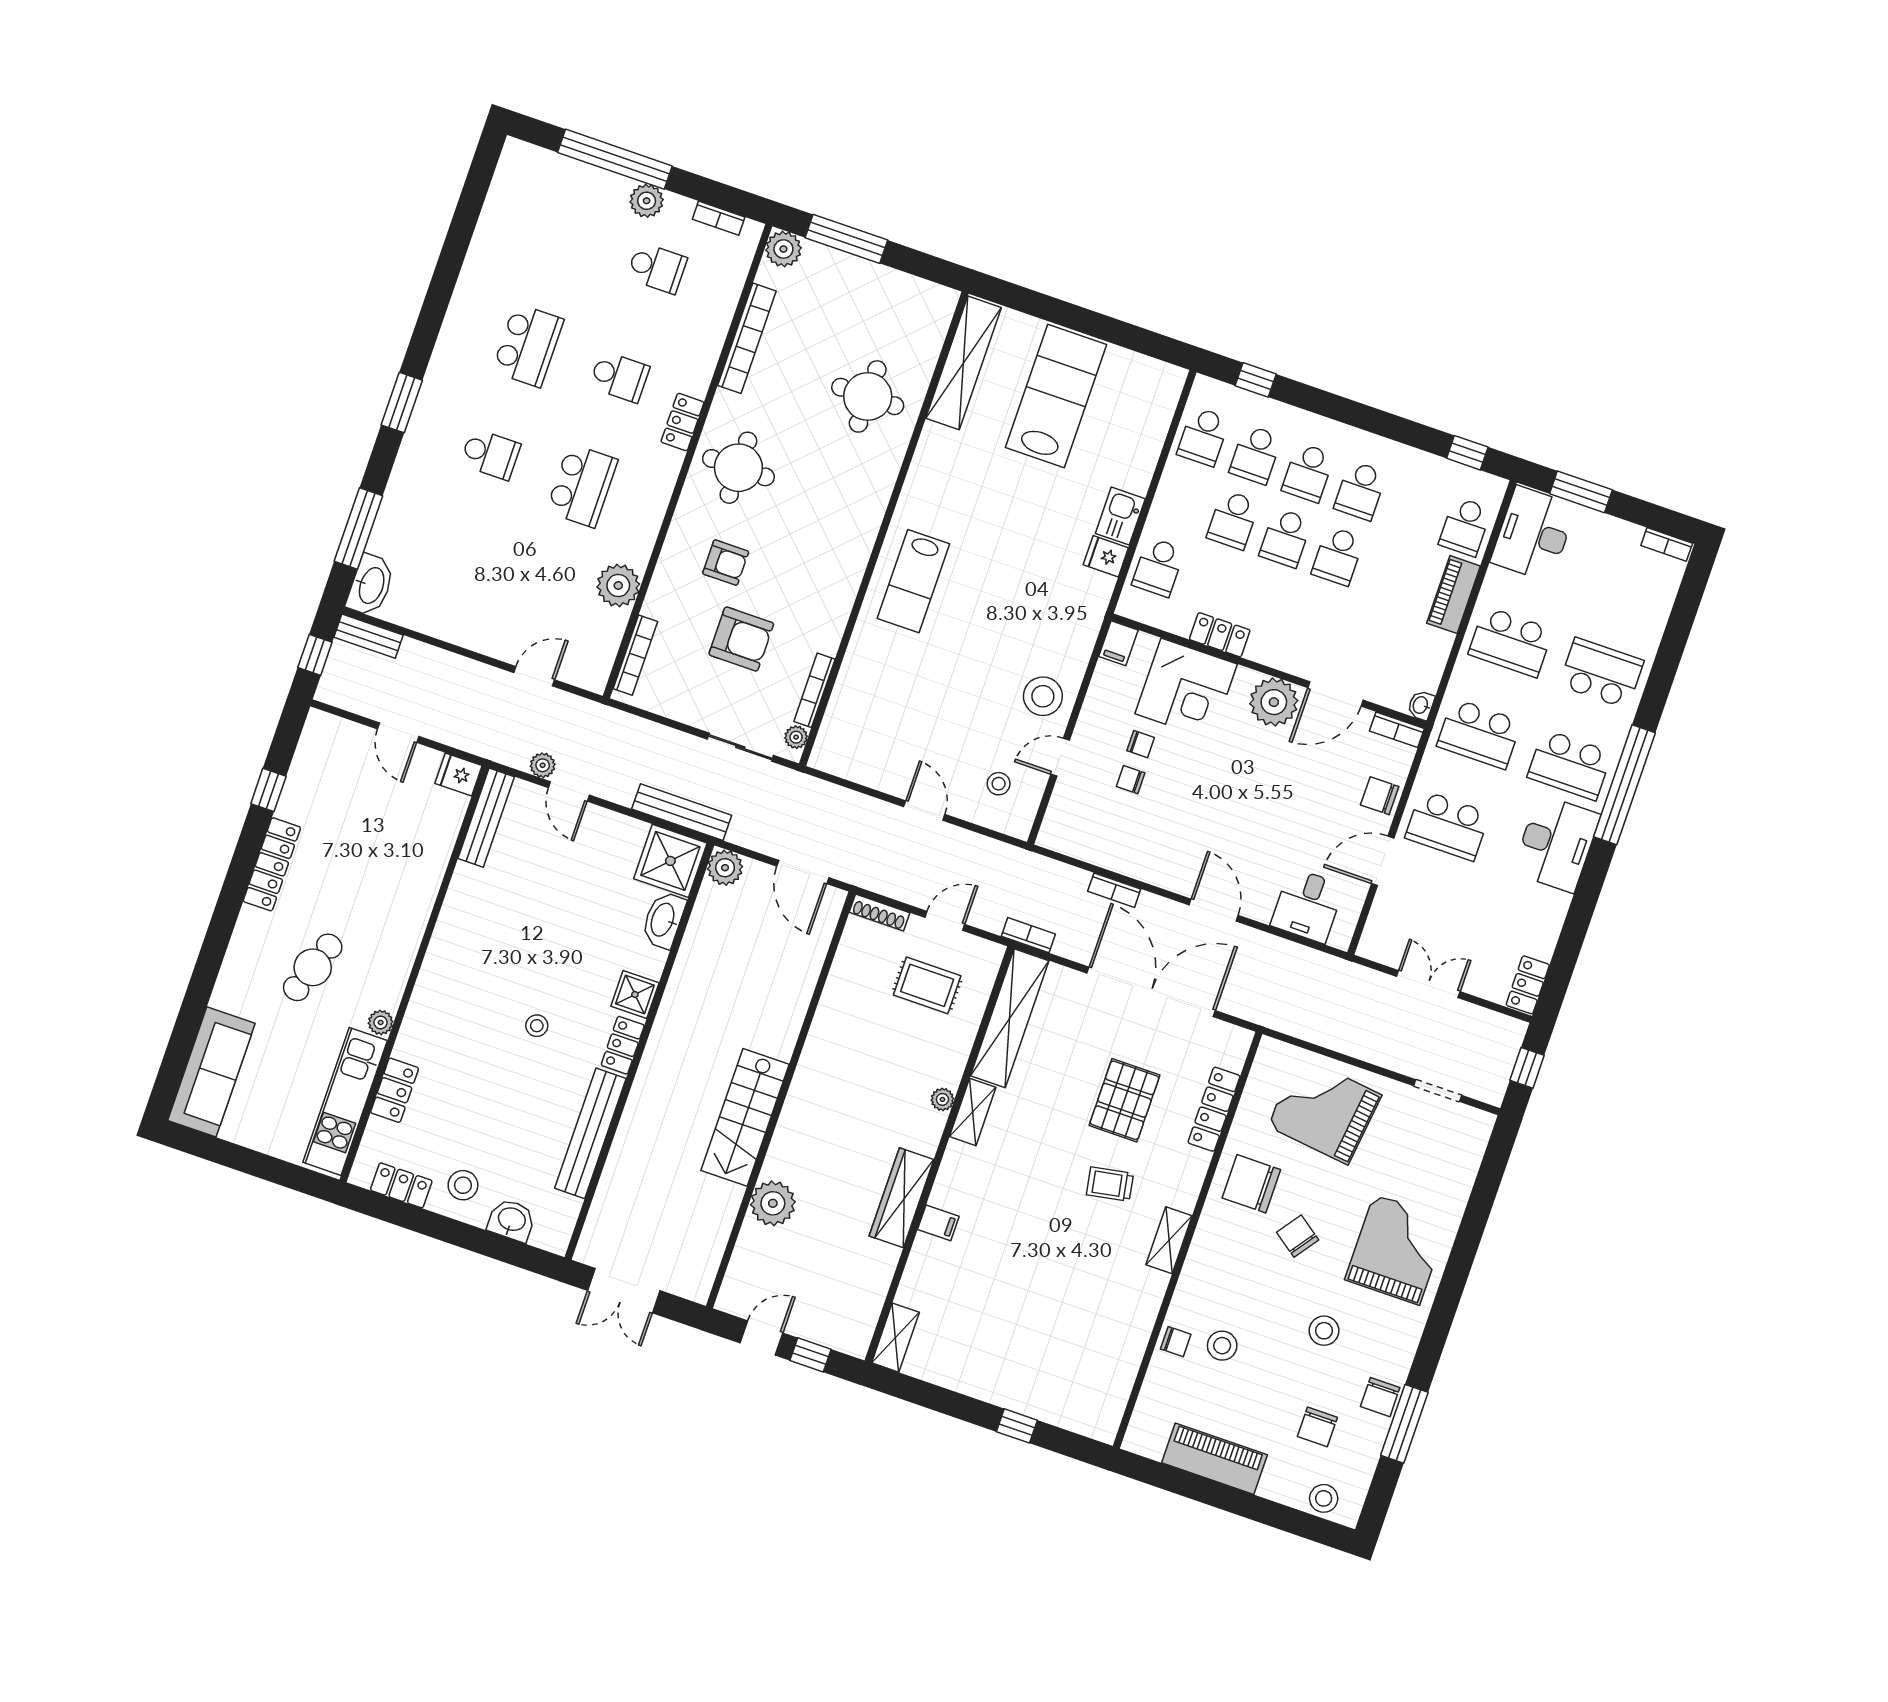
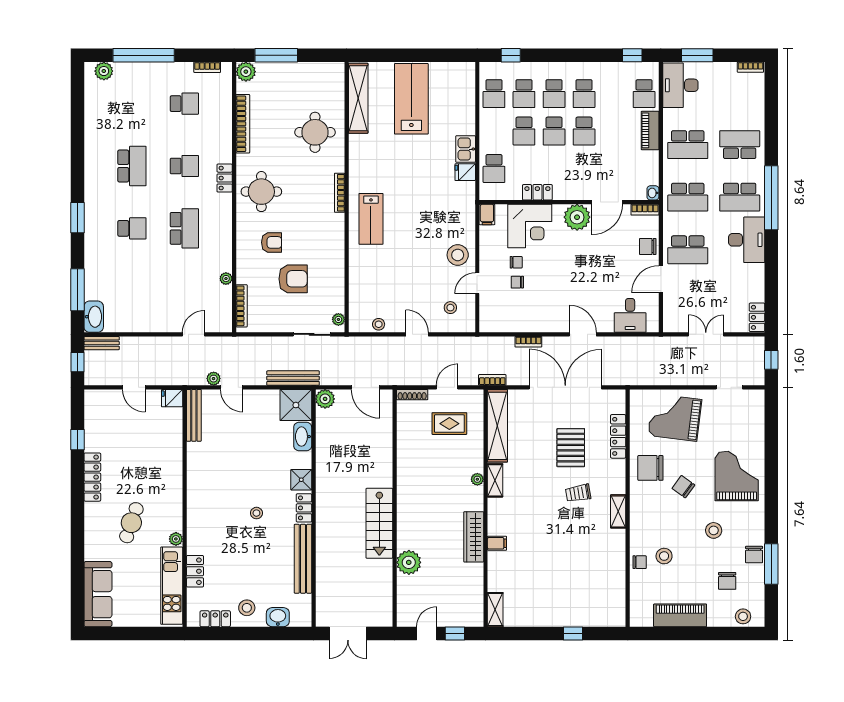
plant: (647, 201) -> (104, 71), moved
plant: (618, 585) -> (226, 279), width x0.53, depth x0.53
bookcase: (814, 690) -> (340, 193), moved
stool: (863, 770) -> (379, 324), added

